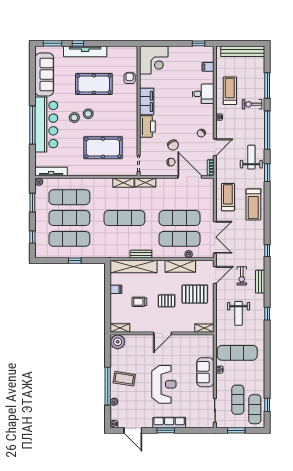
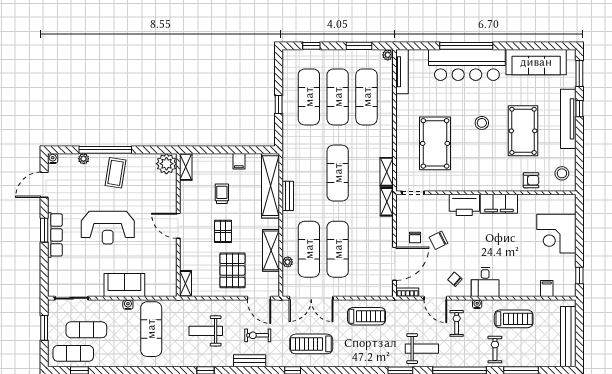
corner desk: (154, 60) -> (556, 234), moved
desk: (203, 94) -> (485, 282), moved
stool: (74, 118) -> (562, 173), moved
exercise bike: (233, 132) -> (457, 323), added
treadmill: (253, 204) -> (311, 344), moved

